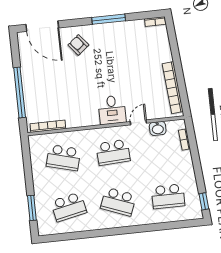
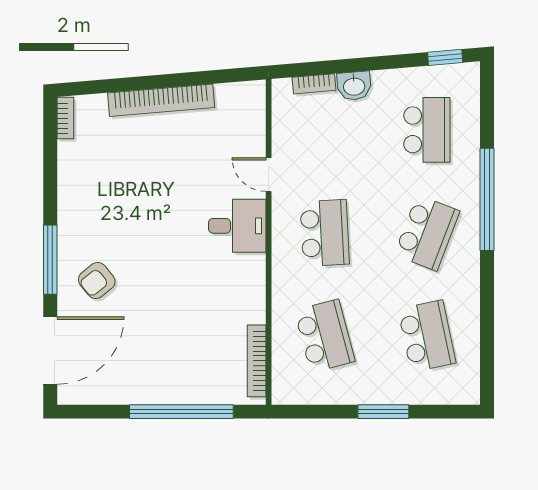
window: (109, 19) -> (50, 260), moved
bookcase: (173, 88) -> (161, 100), moved
washbasin: (158, 128) -> (354, 86), moved, turned 85
school desk: (63, 158) -> (325, 336), turned -30
window: (32, 208) -> (383, 412), moved
window: (138, 229) -> (487, 199), added

